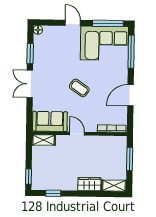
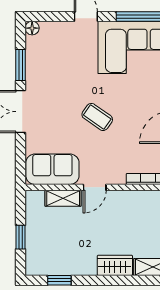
door: (77, 133) -> (95, 187), swing flipped
shelving: (44, 140) -> (63, 198), moved
window: (28, 177) -> (21, 237), moved

